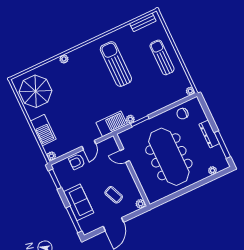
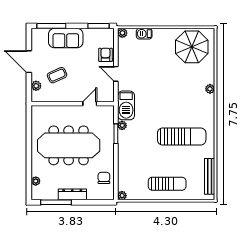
bench: (143, 22) -> (210, 176), width x1.36
barbecue: (43, 130) -> (144, 34), width x0.53, depth x0.65
plant: (140, 204) -> (36, 86), moved

